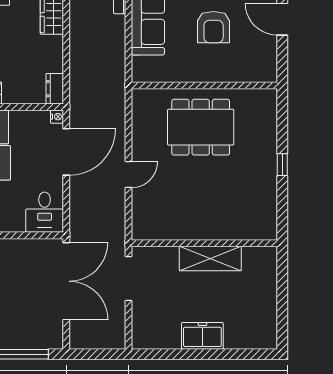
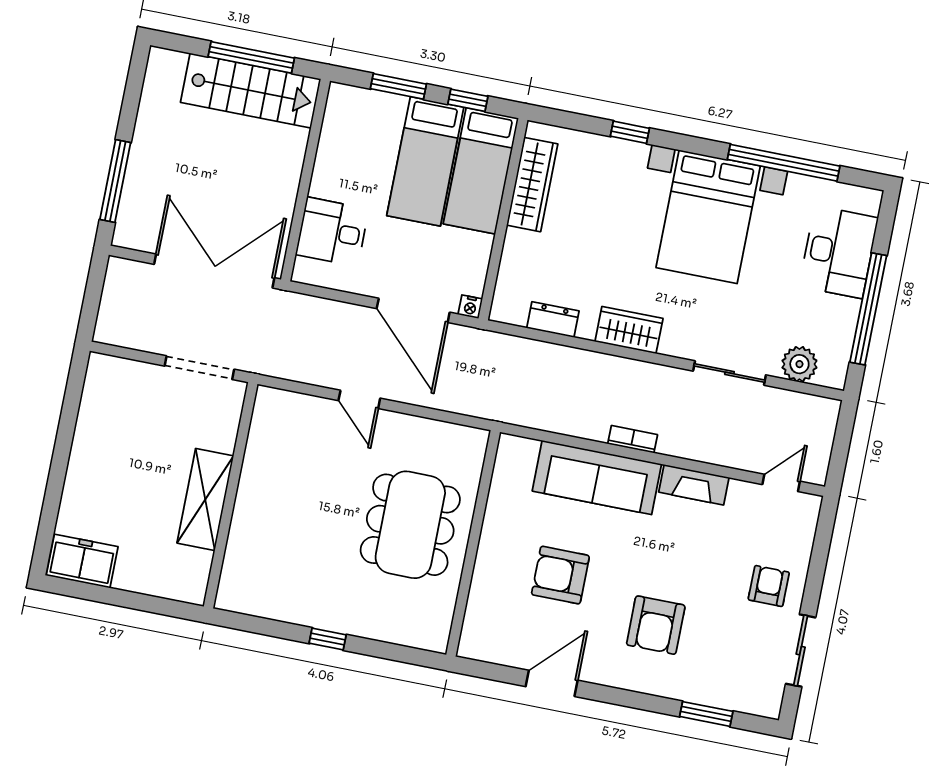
dresser: (55, 89) -> (553, 320), moved
desk: (45, 212) -> (332, 232), moved
double door: (66, 281) -> (214, 271), swing flipped
freezer: (202, 336) -> (82, 561), moved, turned -90

